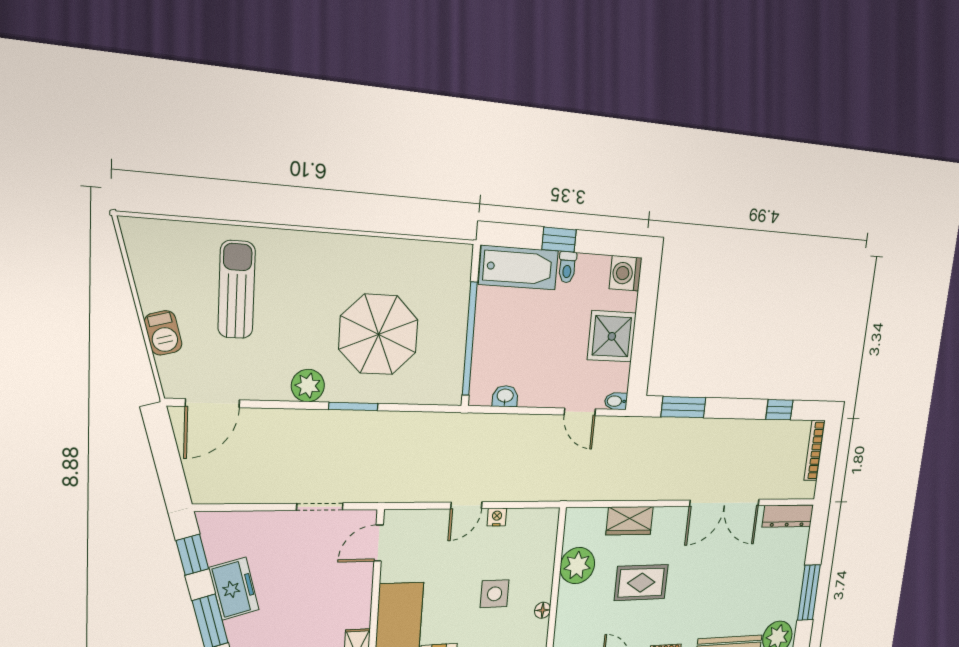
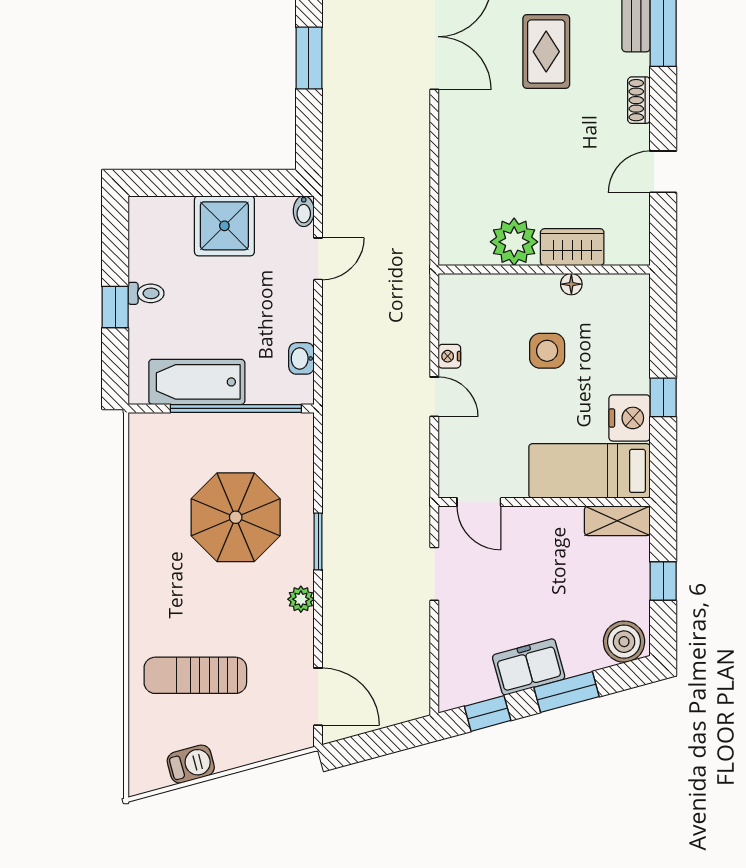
bathtub: (519, 268) -> (197, 382), moved, turned -90
washing machine: (626, 273) -> (148, 216), removed
barbecue: (163, 333) -> (191, 764), moved
plant: (308, 386) -> (301, 599), width x0.73, depth x0.73
window: (683, 407) -> (309, 58), moved
wardrobe: (630, 521) -> (572, 247), moved, turned -90
rug: (641, 583) -> (546, 52), moved

